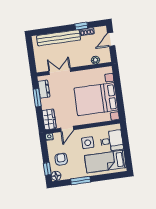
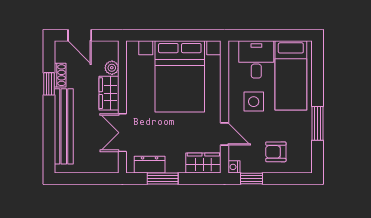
wardrobe: (81, 61) -> (109, 93), added
window: (47, 169) -> (251, 179), moved
floor lamp: (56, 176) -> (303, 165), removed

